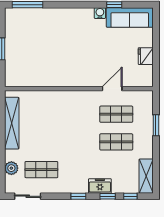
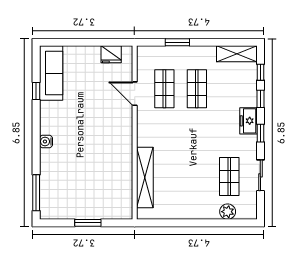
water cooler: (100, 13) -> (46, 142), moved
fridge: (146, 56) -> (111, 54), moved
shelving: (12, 123) -> (145, 178), moved, turned 90
freezer: (100, 186) -> (248, 121), moved
sliding door: (28, 196) -> (260, 175), moved

